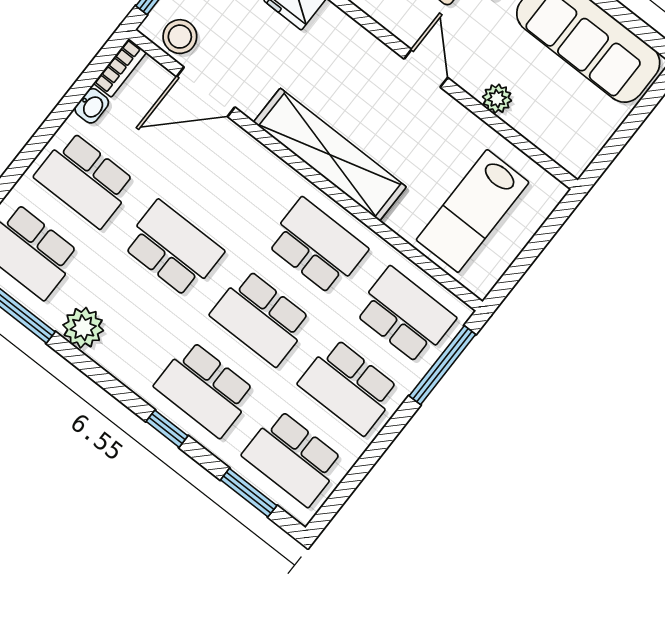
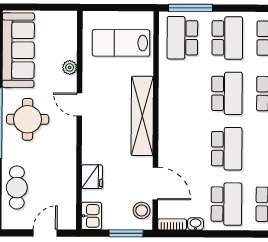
door: (426, 68) -> (79, 105), hinge flipped
lab bench: (473, 211) -> (121, 43), turned 180
school desk: (317, 246) -> (182, 93), removed
school desk: (173, 249) -> (227, 149), turned 180

